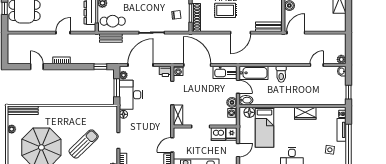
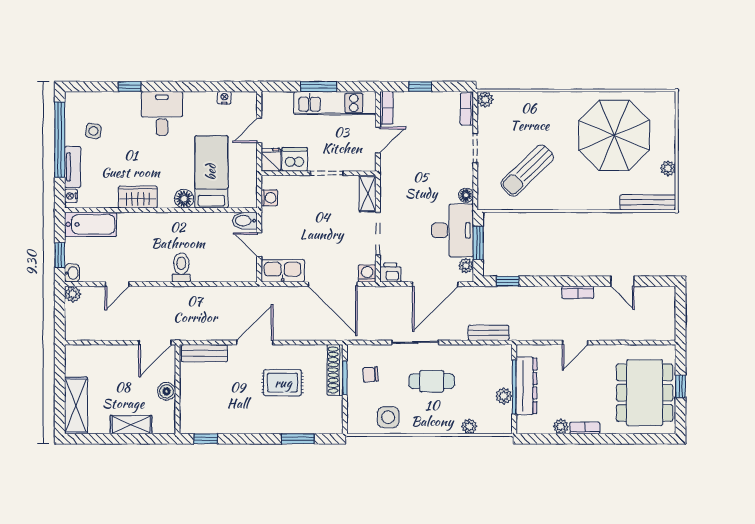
cafe table: (113, 21) -> (432, 381), moved
bathtub: (254, 73) -> (91, 224), moved, turned 180
window: (349, 92) -> (60, 255), moved
boiler: (232, 102) -> (270, 217), removed
floor lamp: (249, 112) -> (184, 199), moved
sun lounger: (84, 144) -> (527, 171), moved

